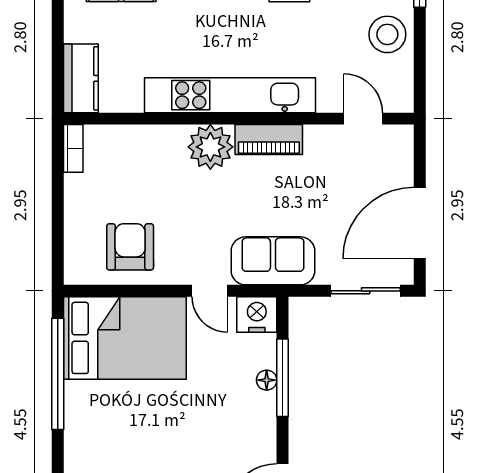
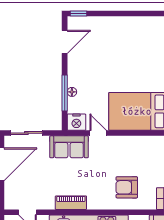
plant: (210, 147) -> (98, 199), removed
armchair: (130, 247) -> (127, 187), moved, turned 90

